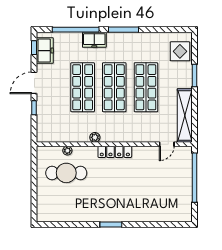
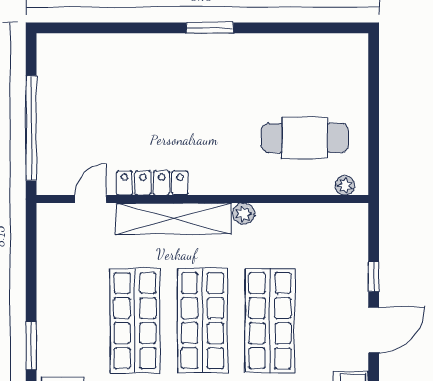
shelving: (185, 116) -> (174, 219), moved, turned 90
plant: (67, 151) -> (345, 185), moved
locker: (115, 152) -> (152, 183), moved

